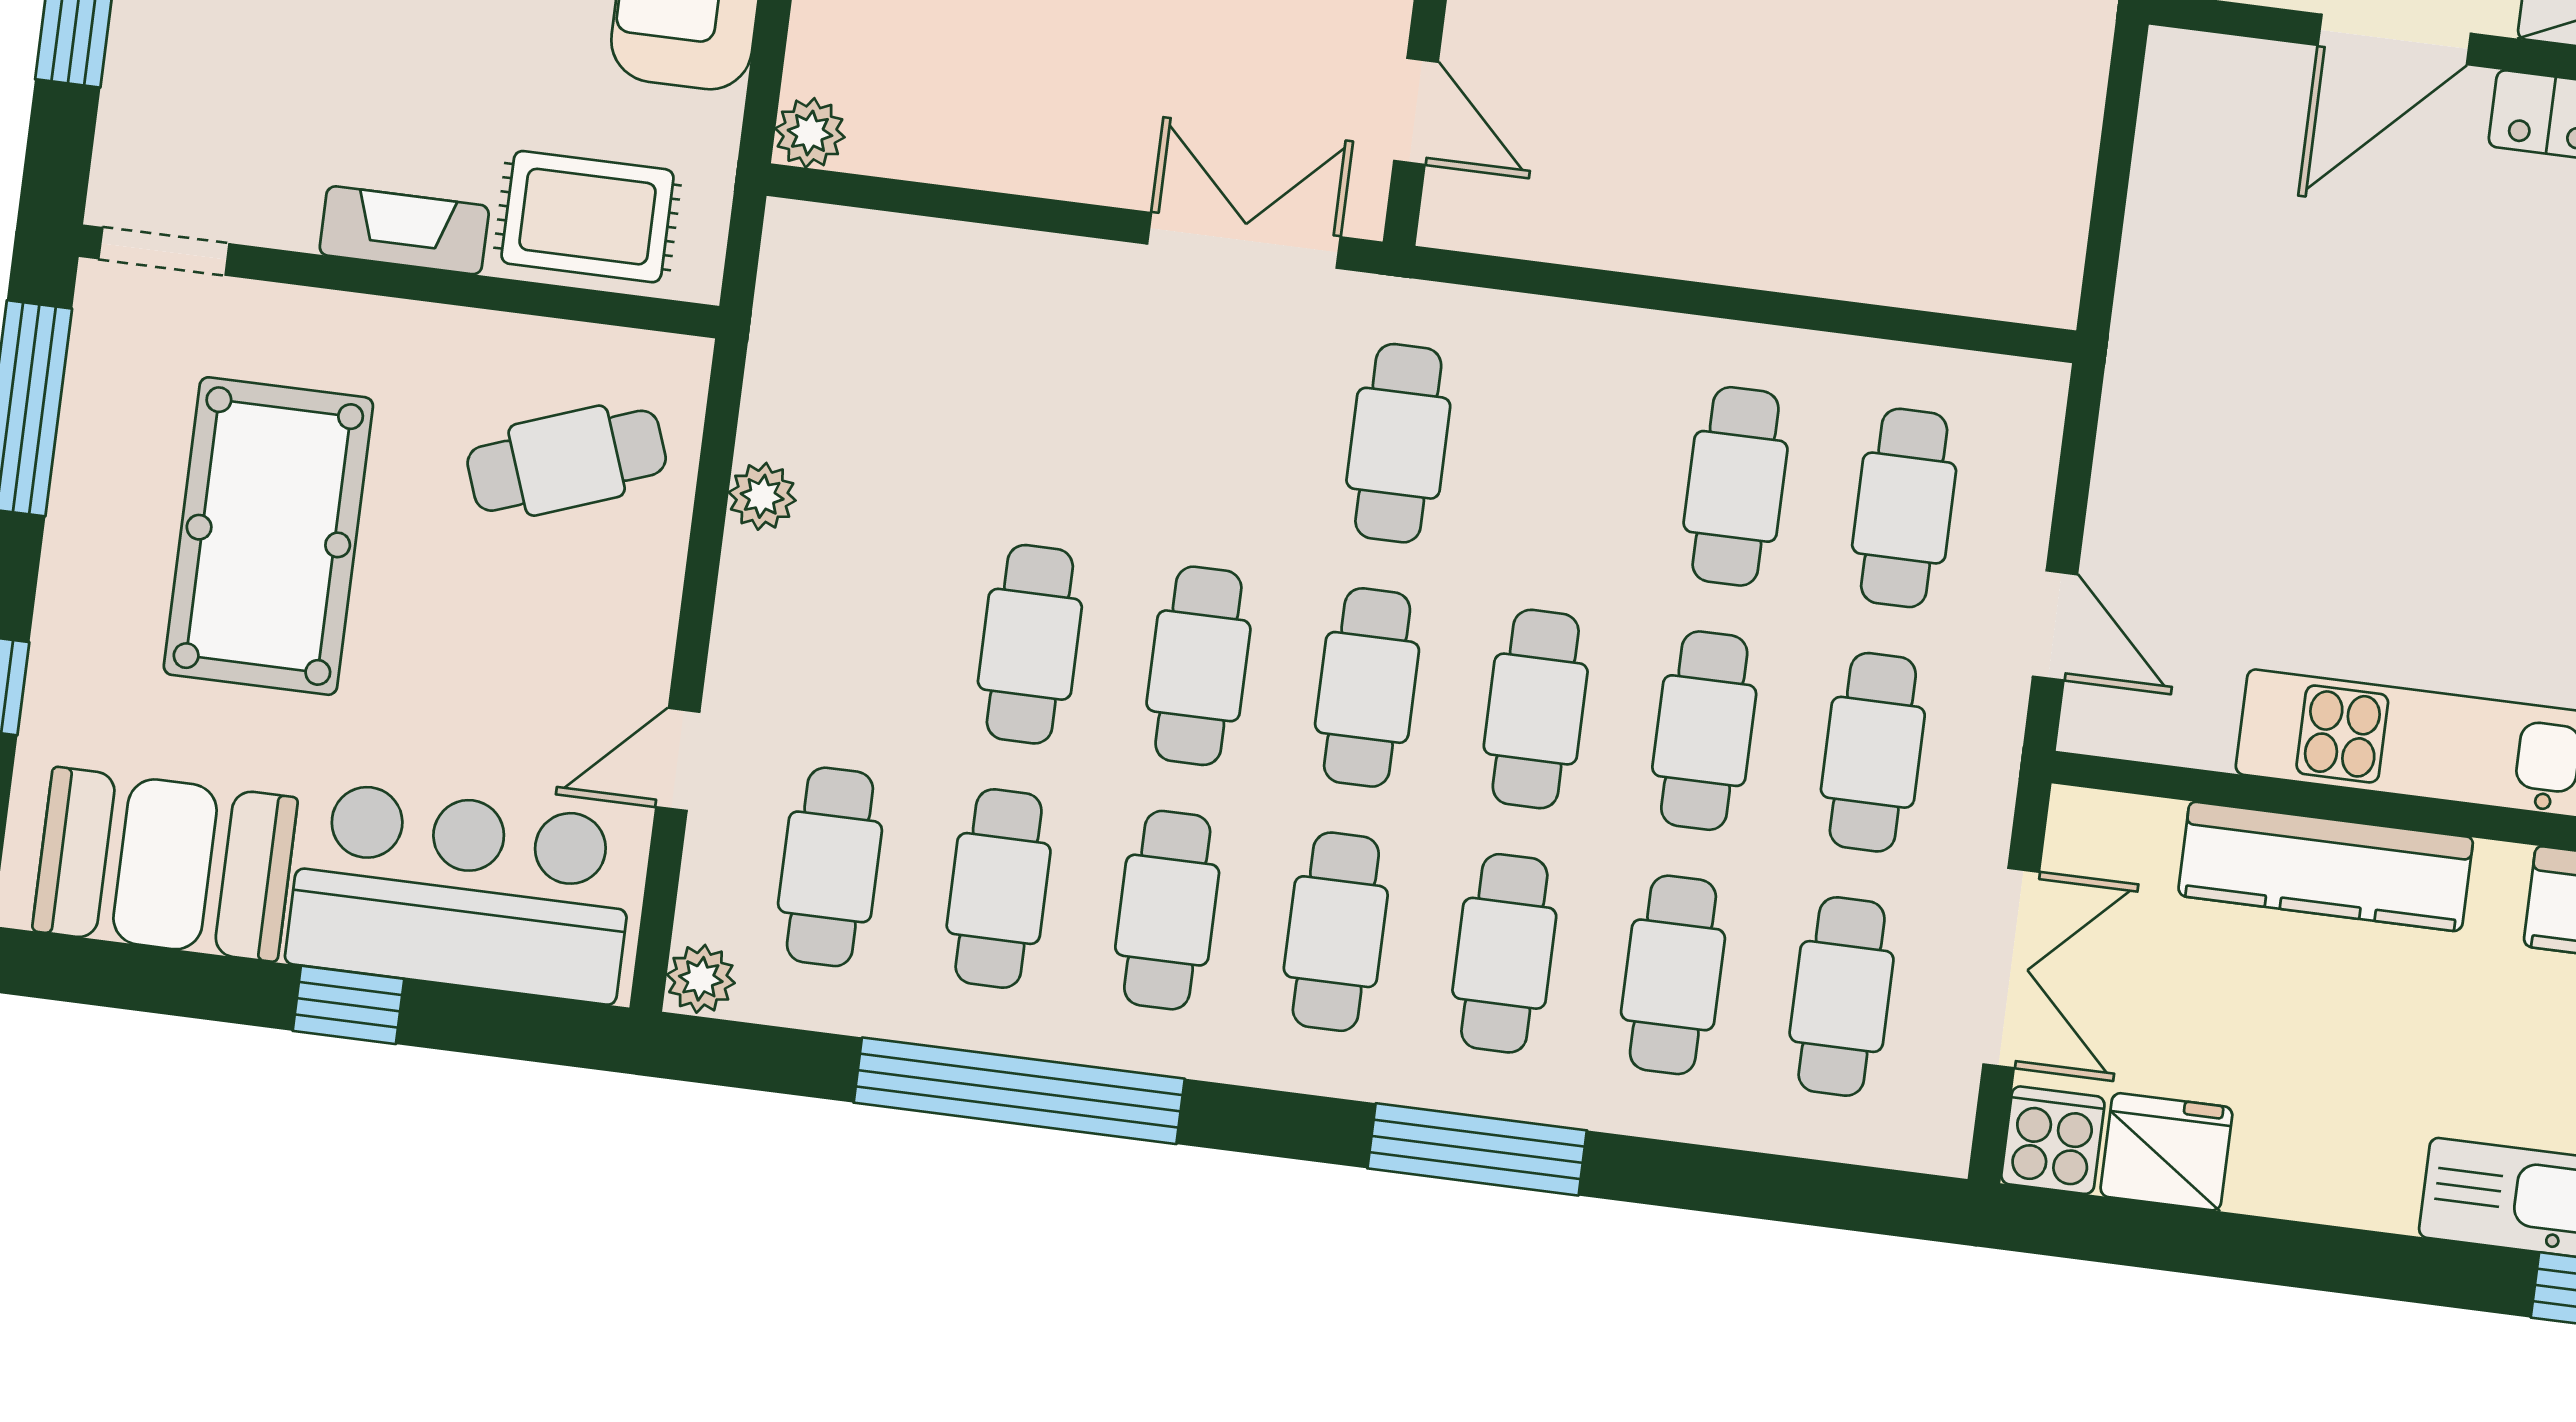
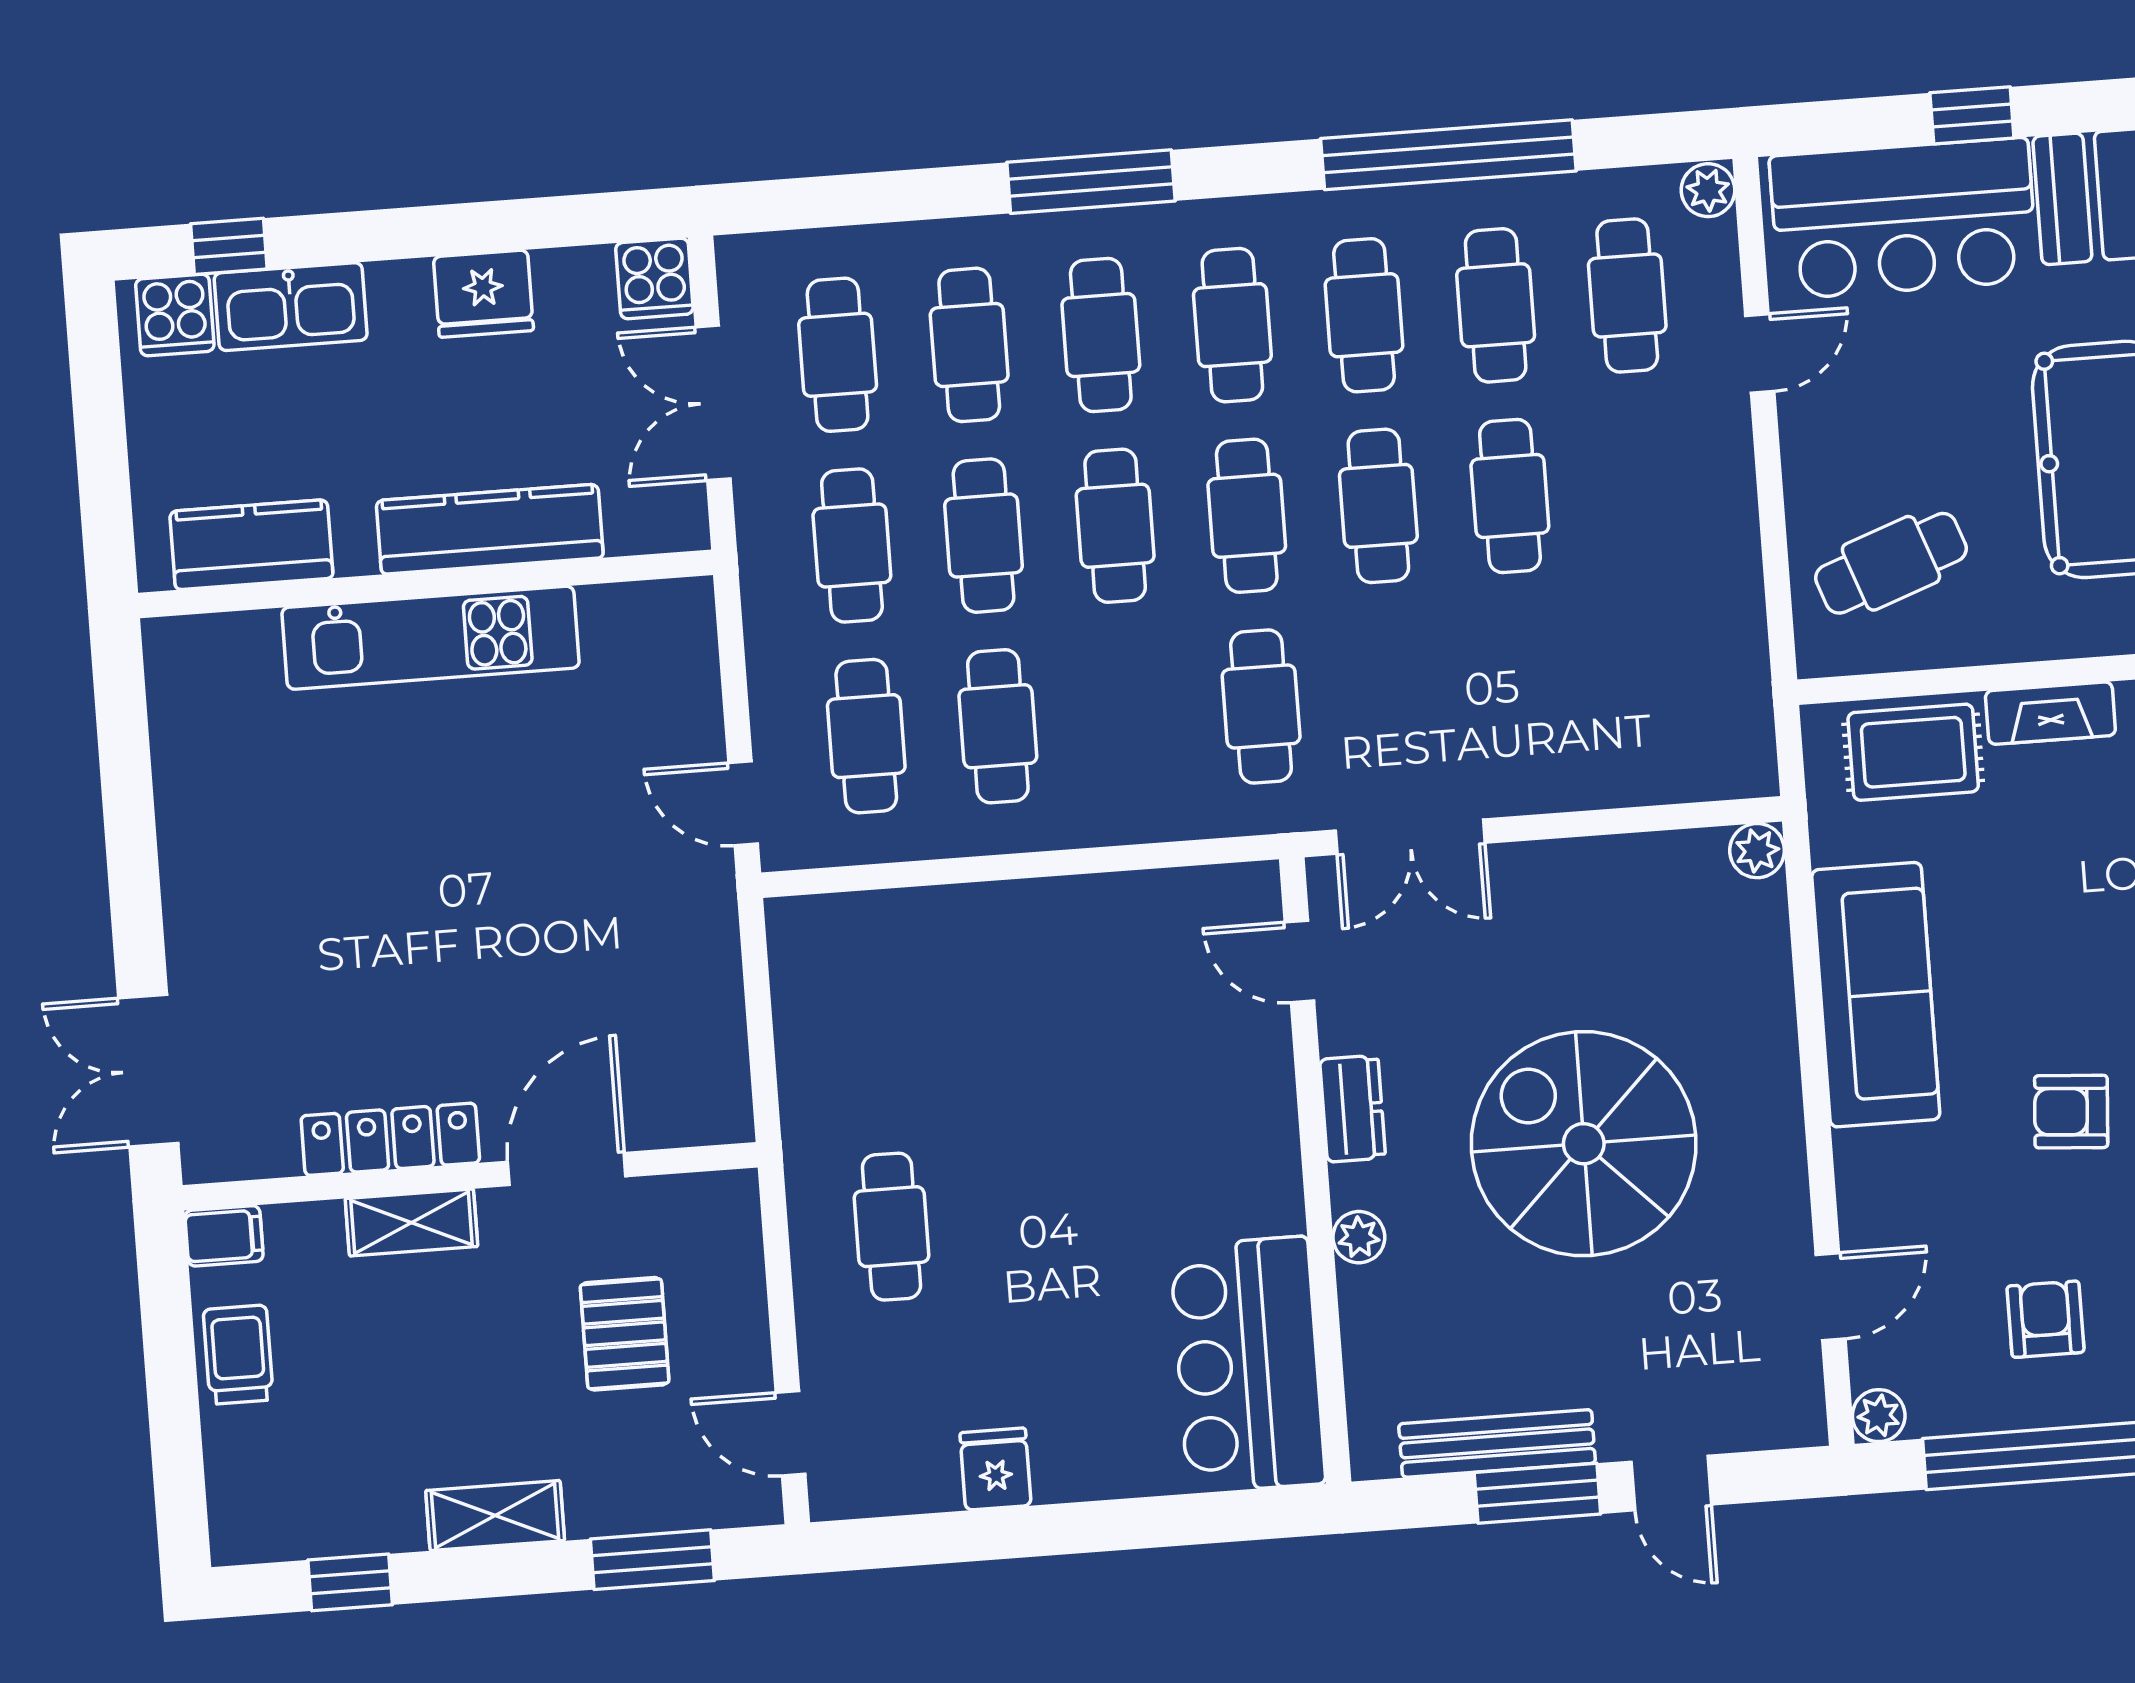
plant: (762, 496) -> (1737, 567), removed
door: (2055, 625) -> (743, 803), moved
fridge: (2166, 1152) -> (483, 294), moved

